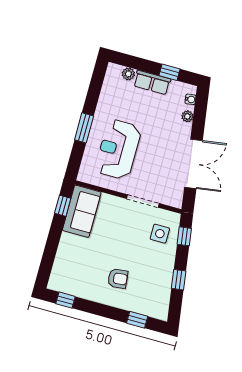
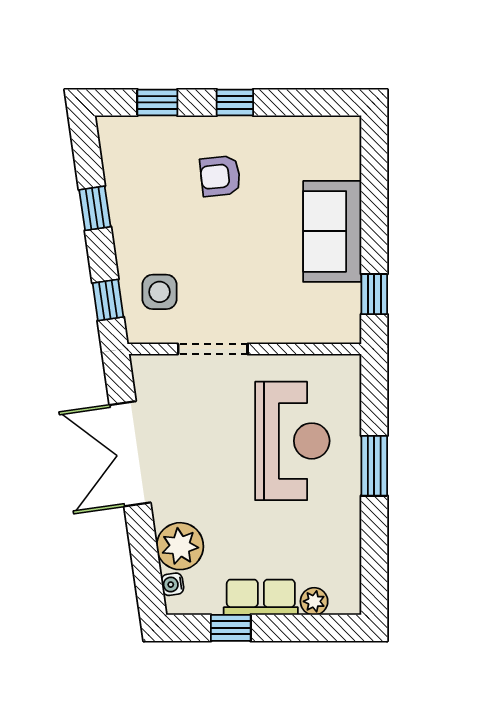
plant: (187, 116) -> (180, 546), width x1.88, depth x1.88
sofa: (82, 211) -> (332, 231), moved
window: (65, 300) -> (235, 102), moved

